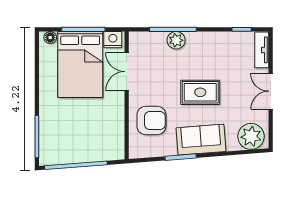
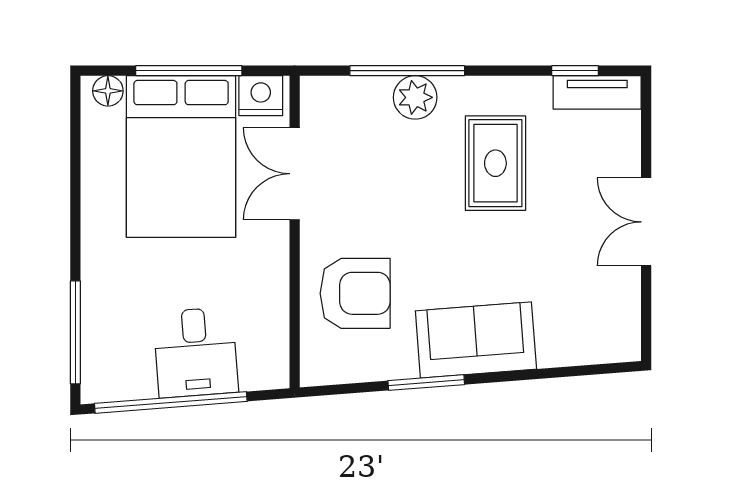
tv unit: (262, 50) -> (597, 92), moved, turned -90
rug: (200, 92) -> (495, 163), moved, turned 90
plant: (251, 136) -> (598, 332), removed
desk: (86, 145) -> (196, 352), added

